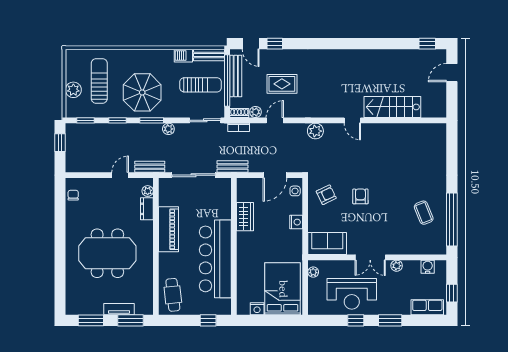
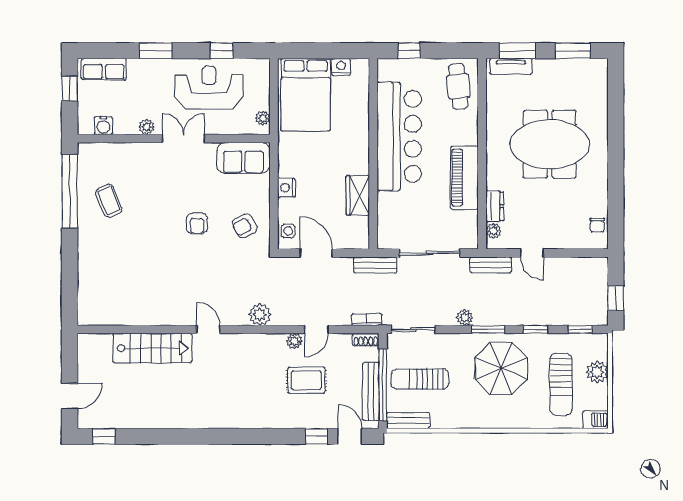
barbecue: (183, 56) -> (595, 420), moved
plant: (256, 112) -> (294, 341), moved
door: (120, 175) -> (532, 253), hinge flipped
door: (275, 175) -> (316, 253), hinge flipped
tv unit: (119, 309) -> (511, 66), moved
window: (356, 320) -> (222, 51), moved

